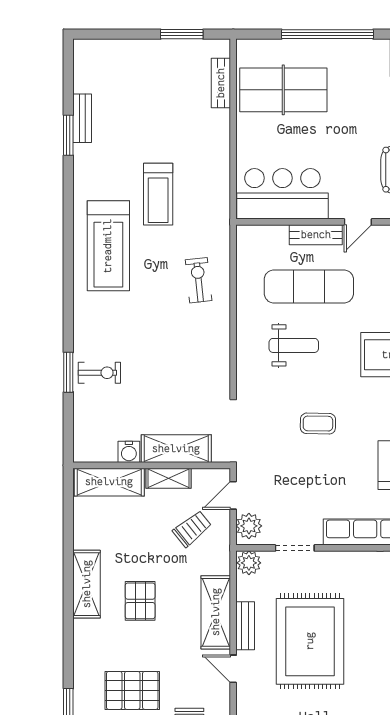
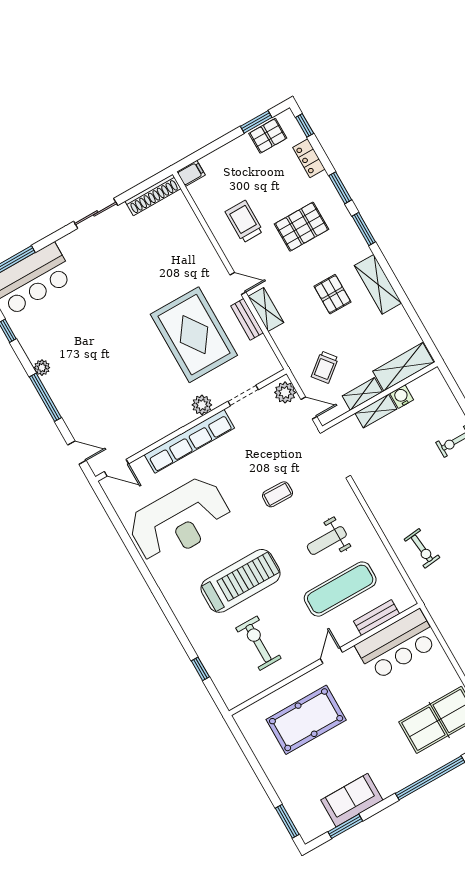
bench: (316, 235) -> (377, 617), moved
shelving: (176, 449) -> (376, 411), width x0.67, depth x0.75
door: (233, 495) -> (309, 408), hinge flipped
plant: (249, 563) -> (202, 405), moved
shelving: (216, 612) -> (266, 310), width x0.67, depth x0.75
window: (68, 651) -> (364, 229), added

